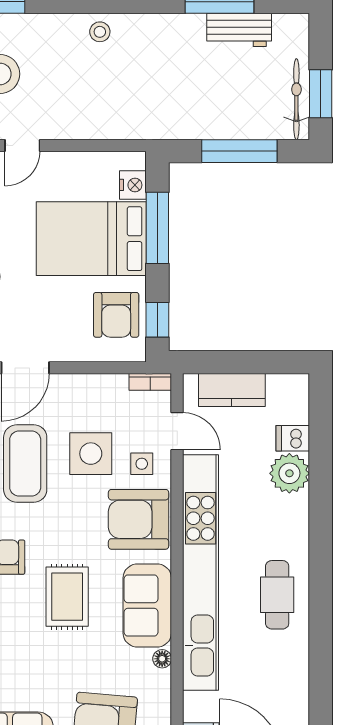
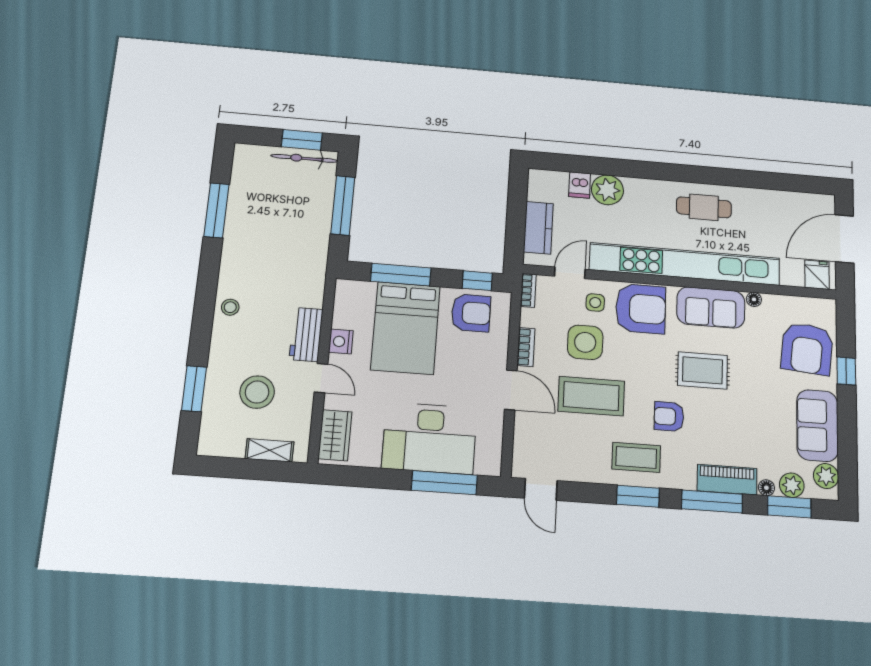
workbench: (239, 30) -> (306, 334), moved, turned 180
nightstand: (133, 185) -> (341, 342), moved, turned -90
bookcase: (79, 383) -> (526, 347), added
armchair: (139, 519) -> (641, 309), turned -90

